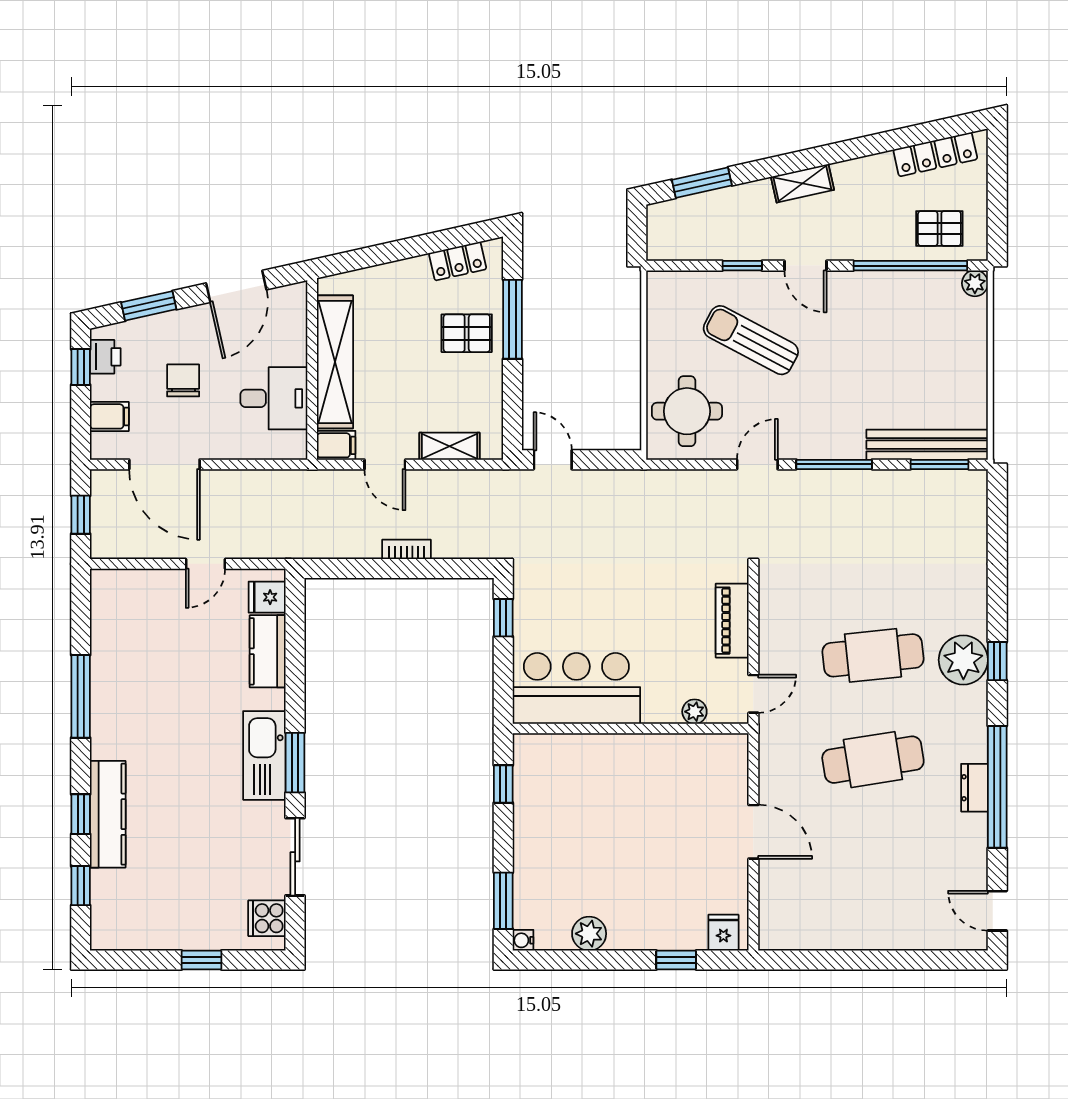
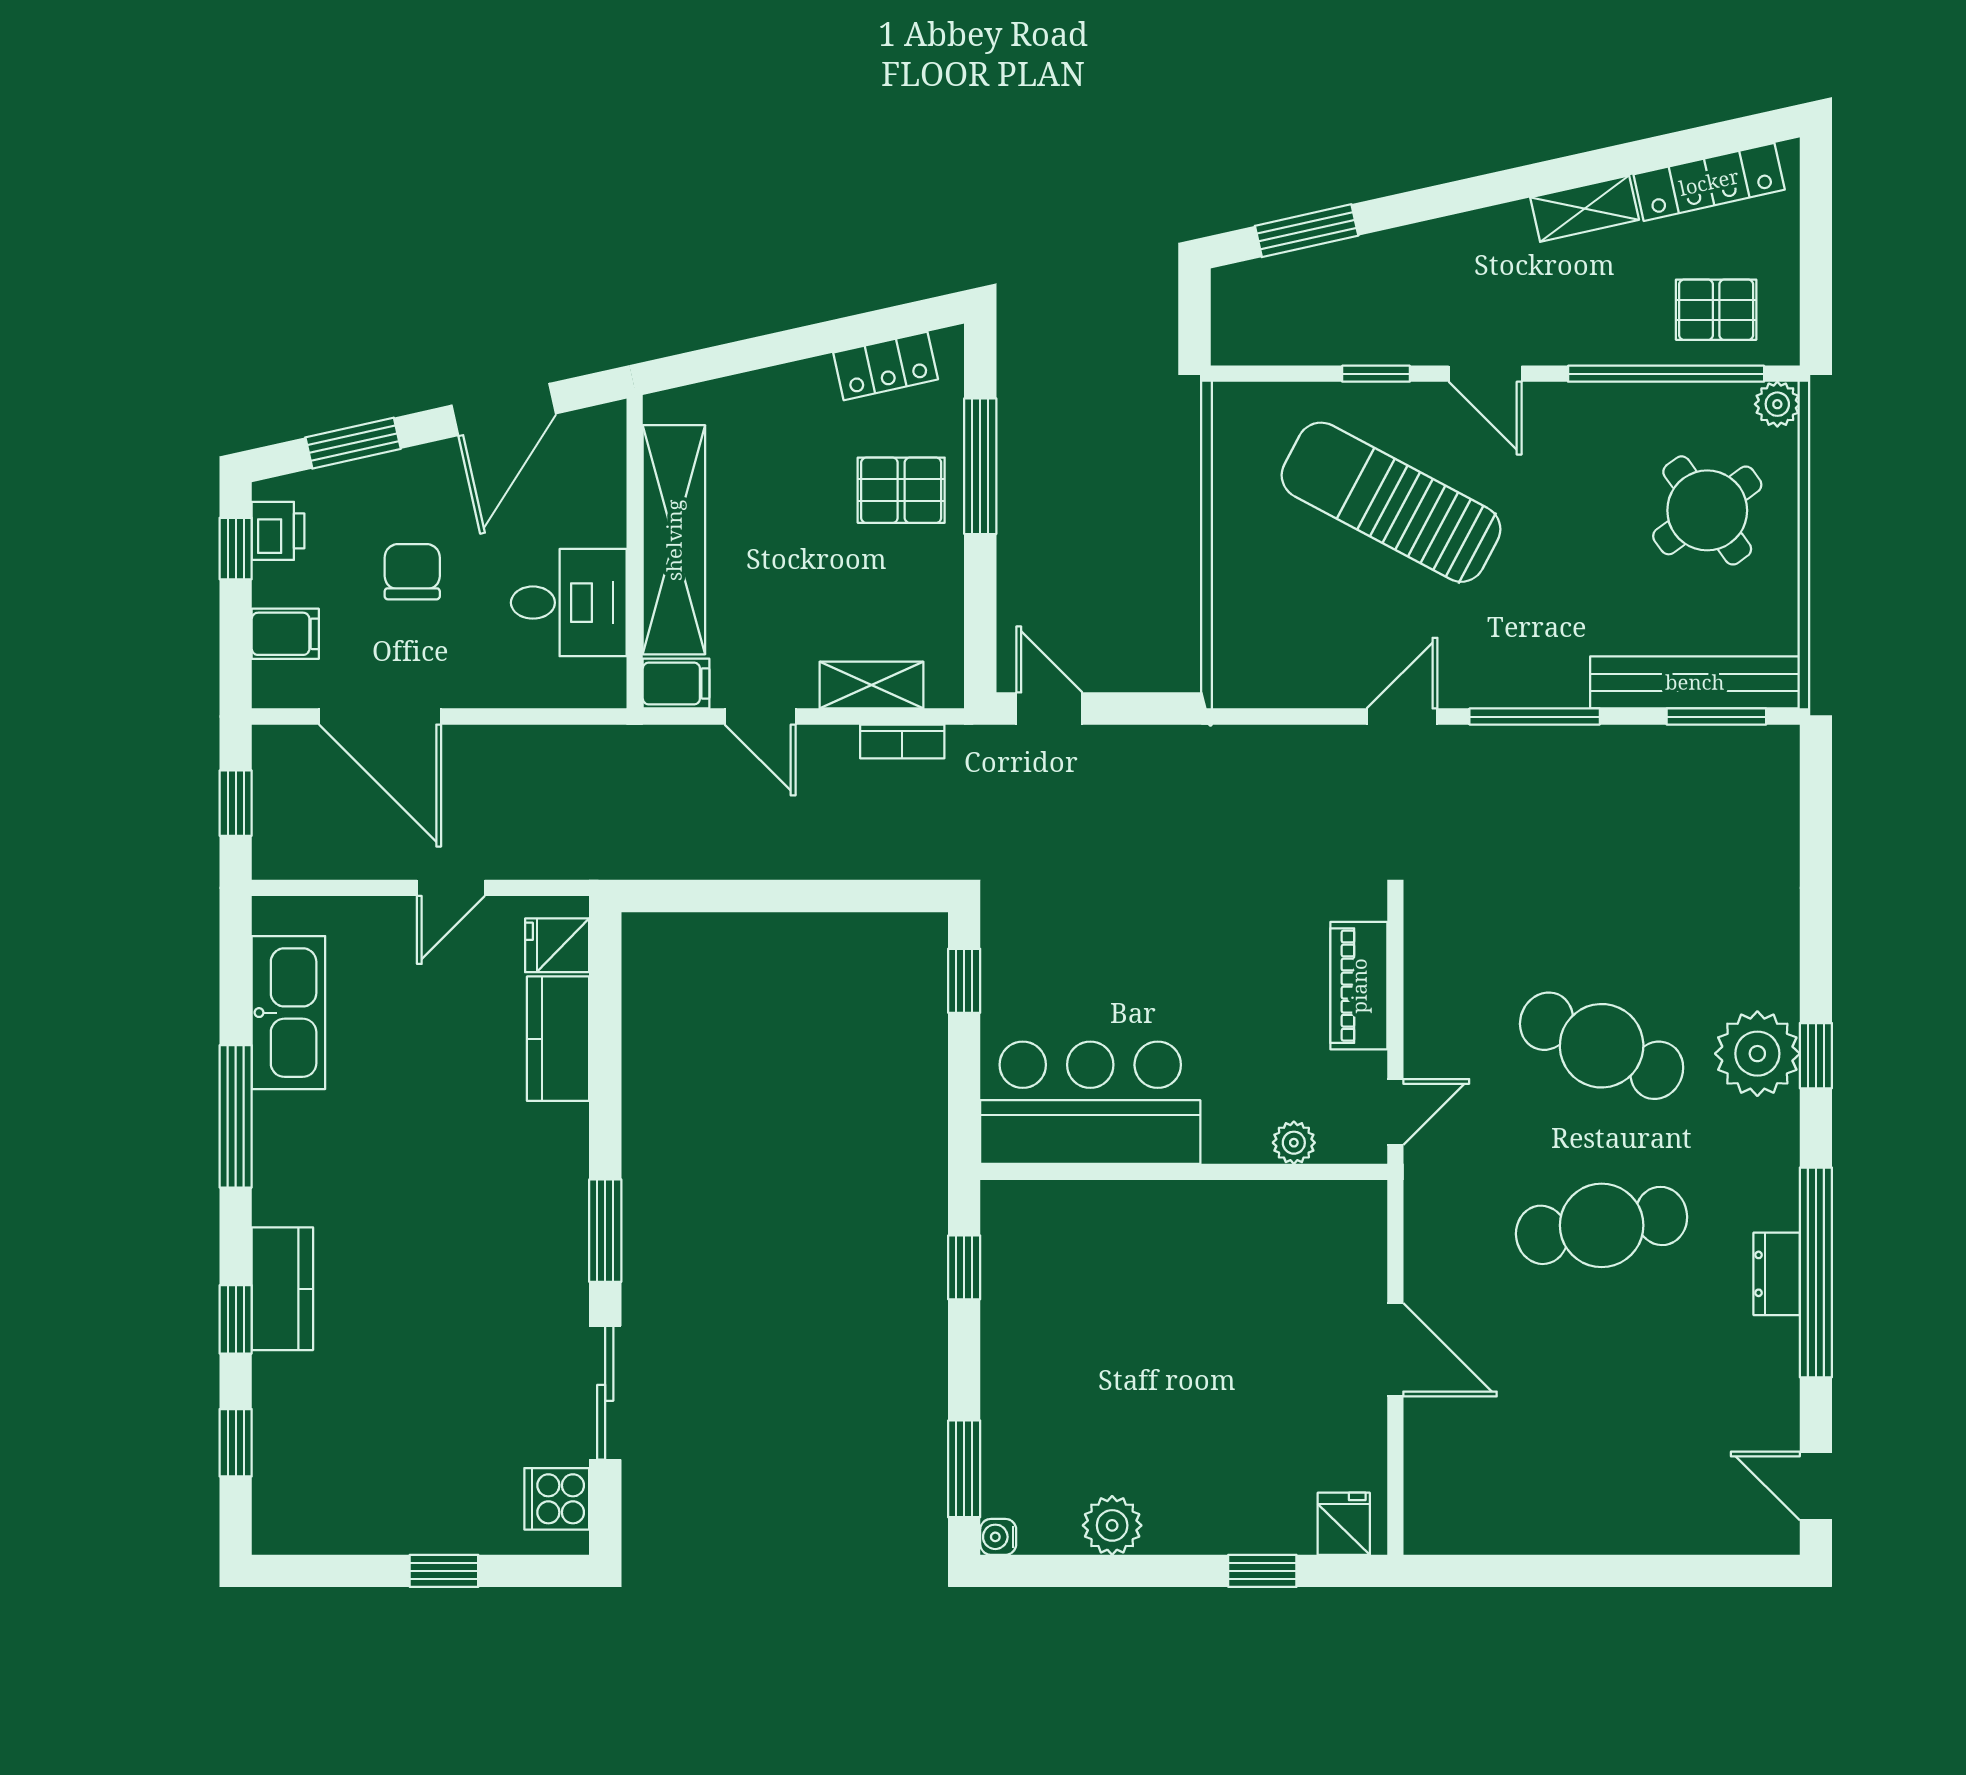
shelving: (802, 183) -> (1585, 209), moved
sun lounger: (751, 340) -> (1391, 502), width x1.36, depth x1.34
round table: (687, 411) -> (1707, 510), moved, turned -36
bookcase: (407, 549) -> (902, 741), moved, turned 180
cafe table: (873, 655) -> (1602, 1046), turned 30
kitchen sink: (264, 755) -> (288, 1013), moved, turned 180
kitchen counter: (108, 814) -> (282, 1289), width x0.67

